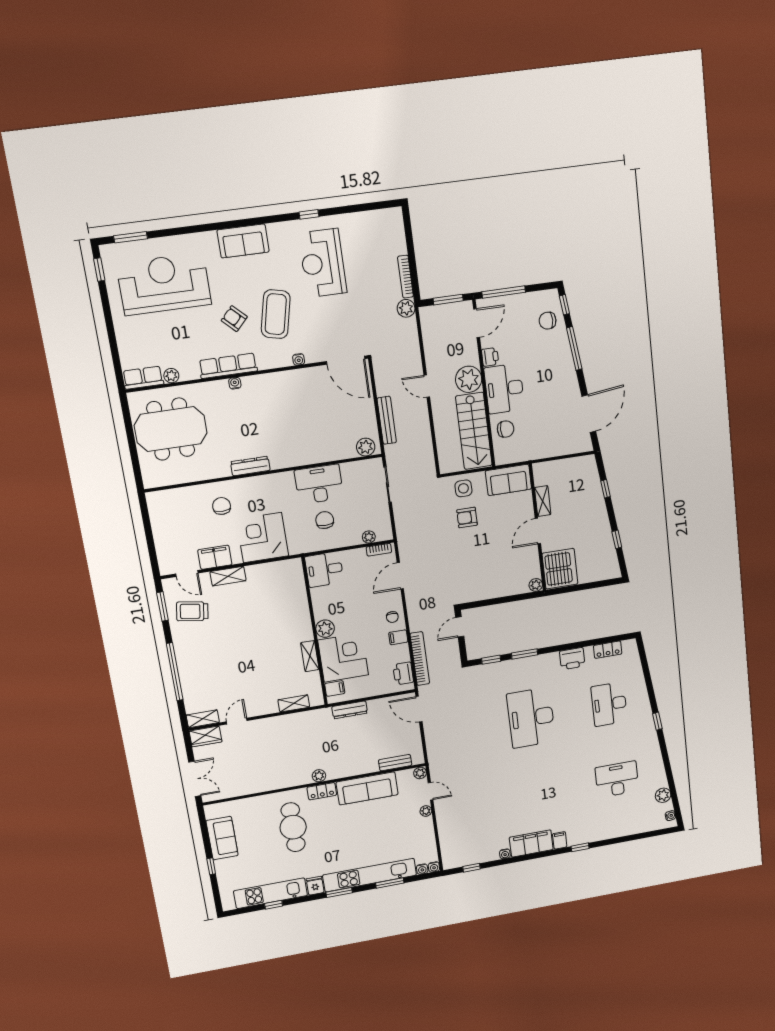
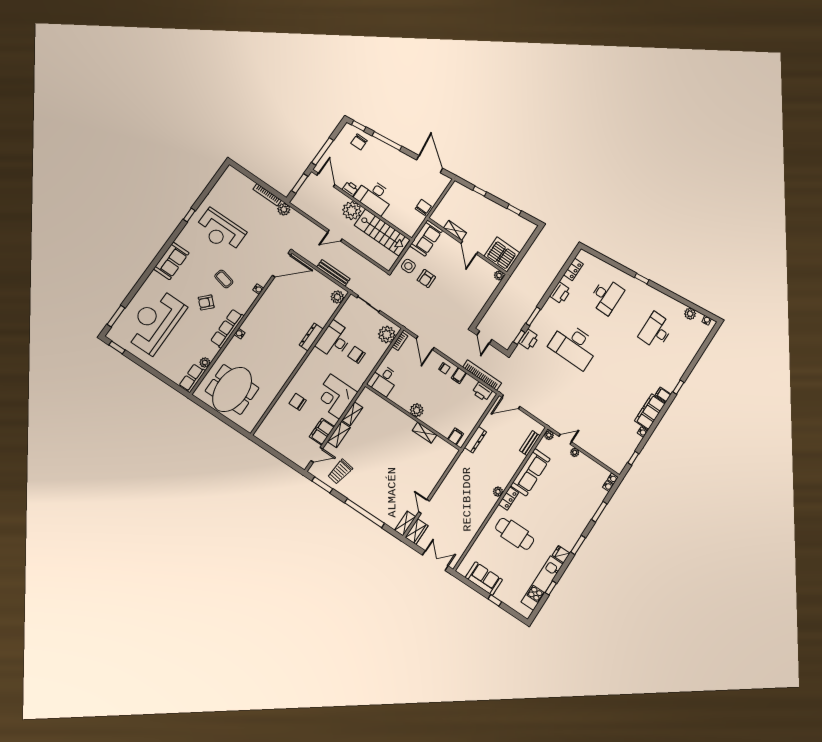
coffee table: (276, 314) -> (224, 279), width x0.54, depth x0.58
chair: (506, 429) -> (423, 207), moved
dresser: (250, 466) -> (311, 337), moved
plant: (369, 537) -> (387, 335), width x1.88, depth x1.88
corner desk: (343, 658) -> (442, 416), removed
printer: (497, 671) -> (529, 340), added
shelving: (294, 703) -> (352, 414), moved
desk: (609, 704) -> (606, 296), turned -90
kitchen unit: (370, 875) -> (584, 518), removed

